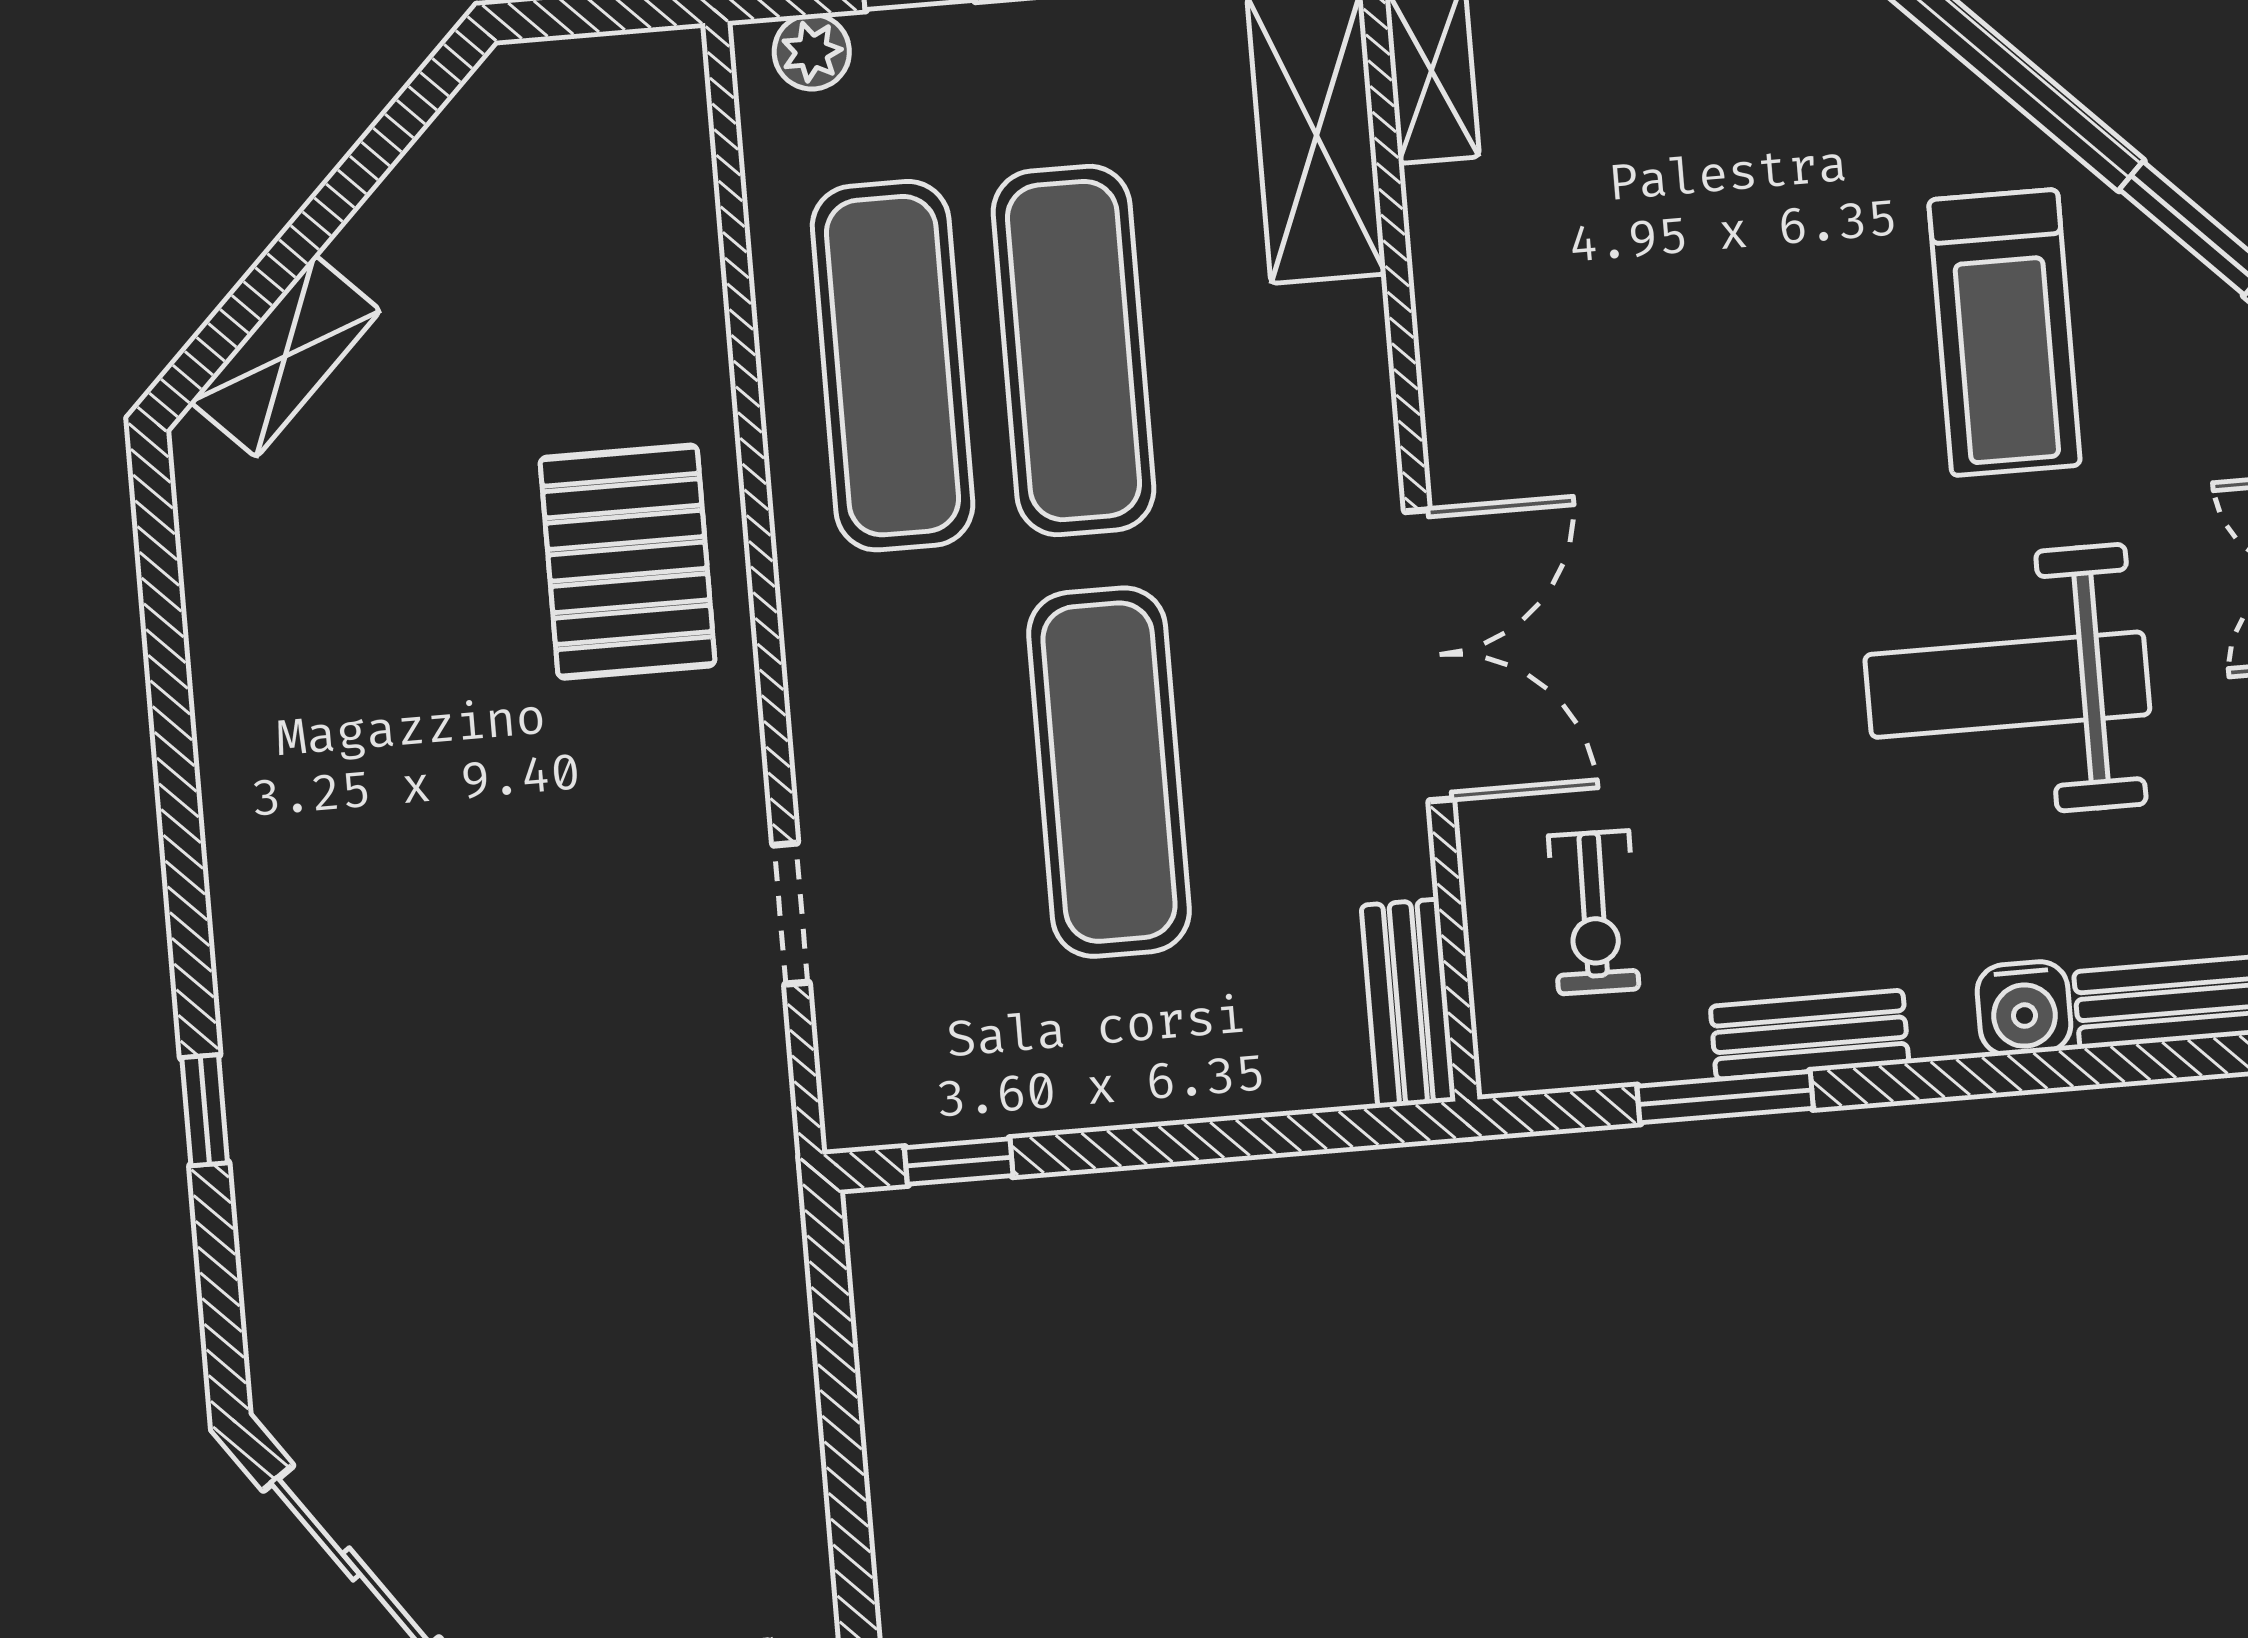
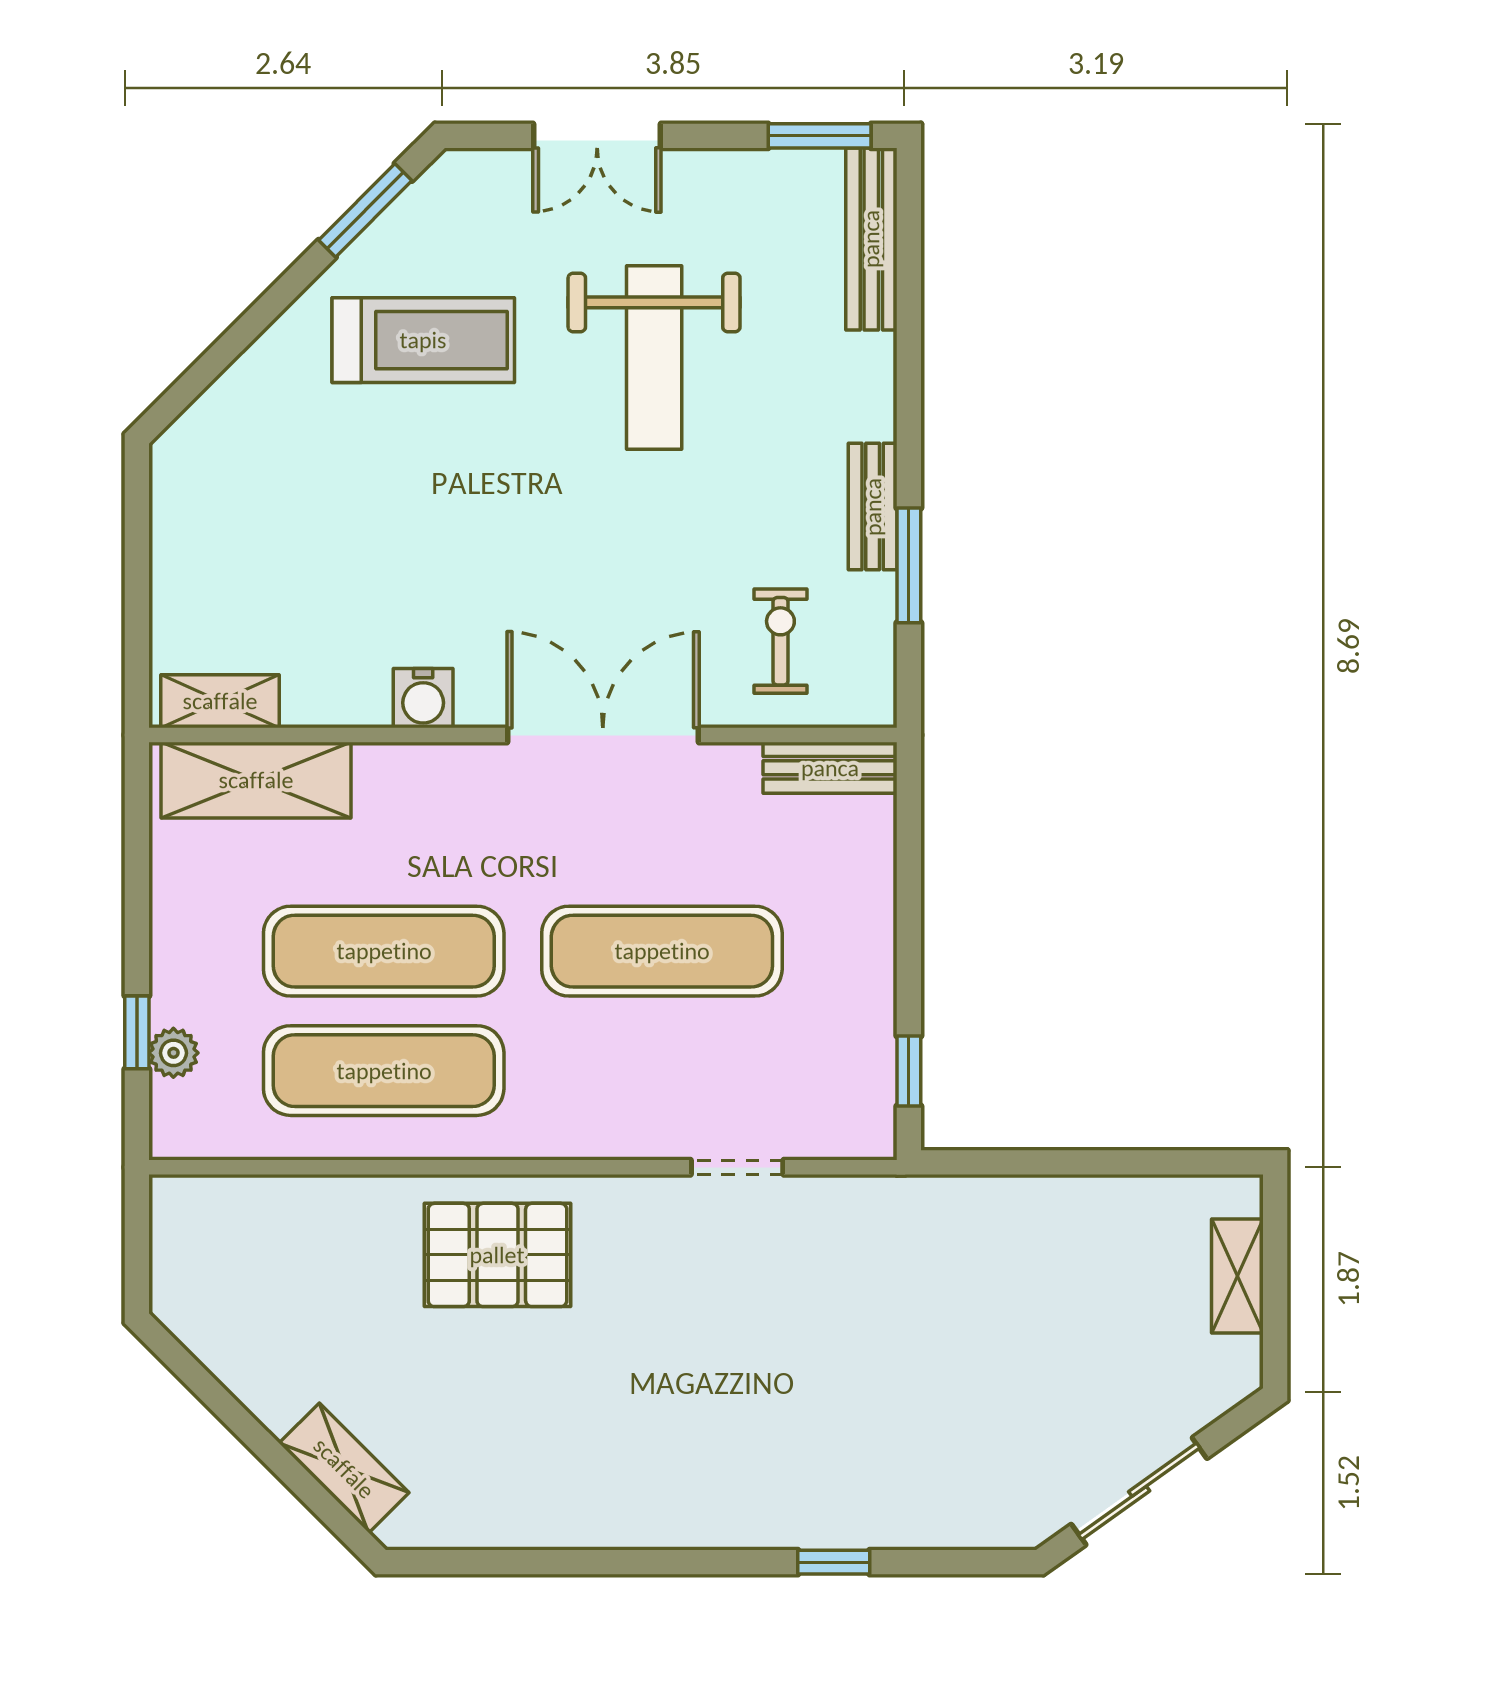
plant: (812, 52) -> (173, 1053), moved
exercise bike: (1594, 912) -> (780, 641), turned -91
water cooler: (2024, 1008) -> (423, 698), moved, turned 90

